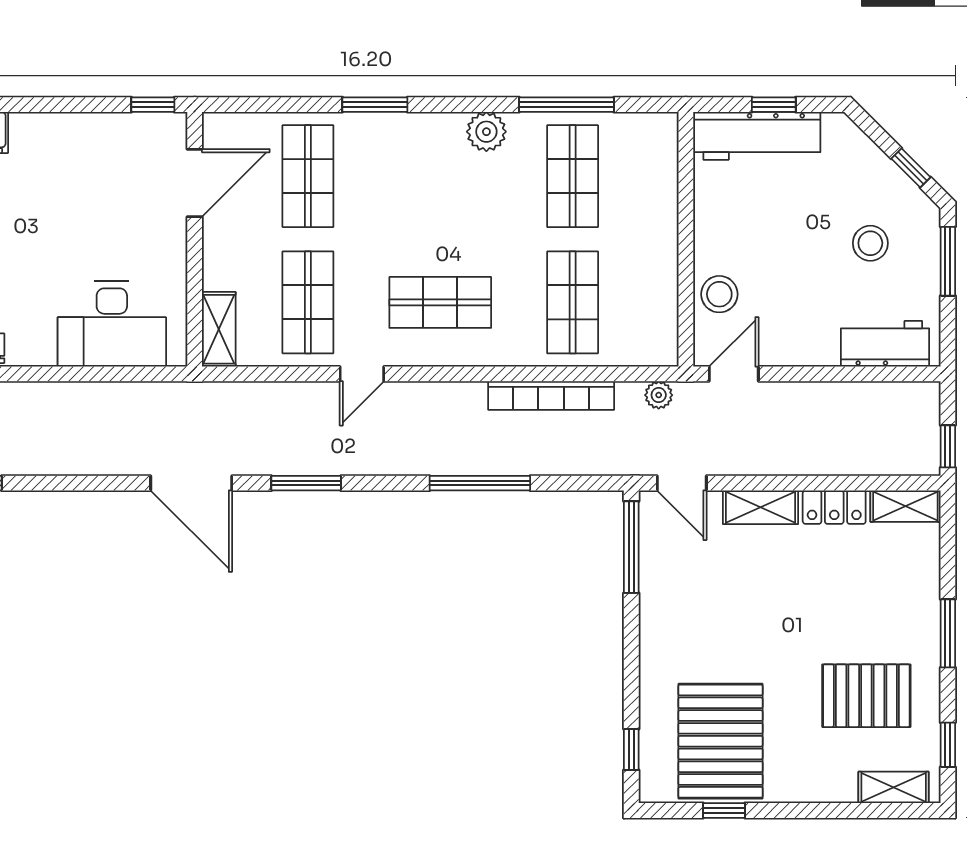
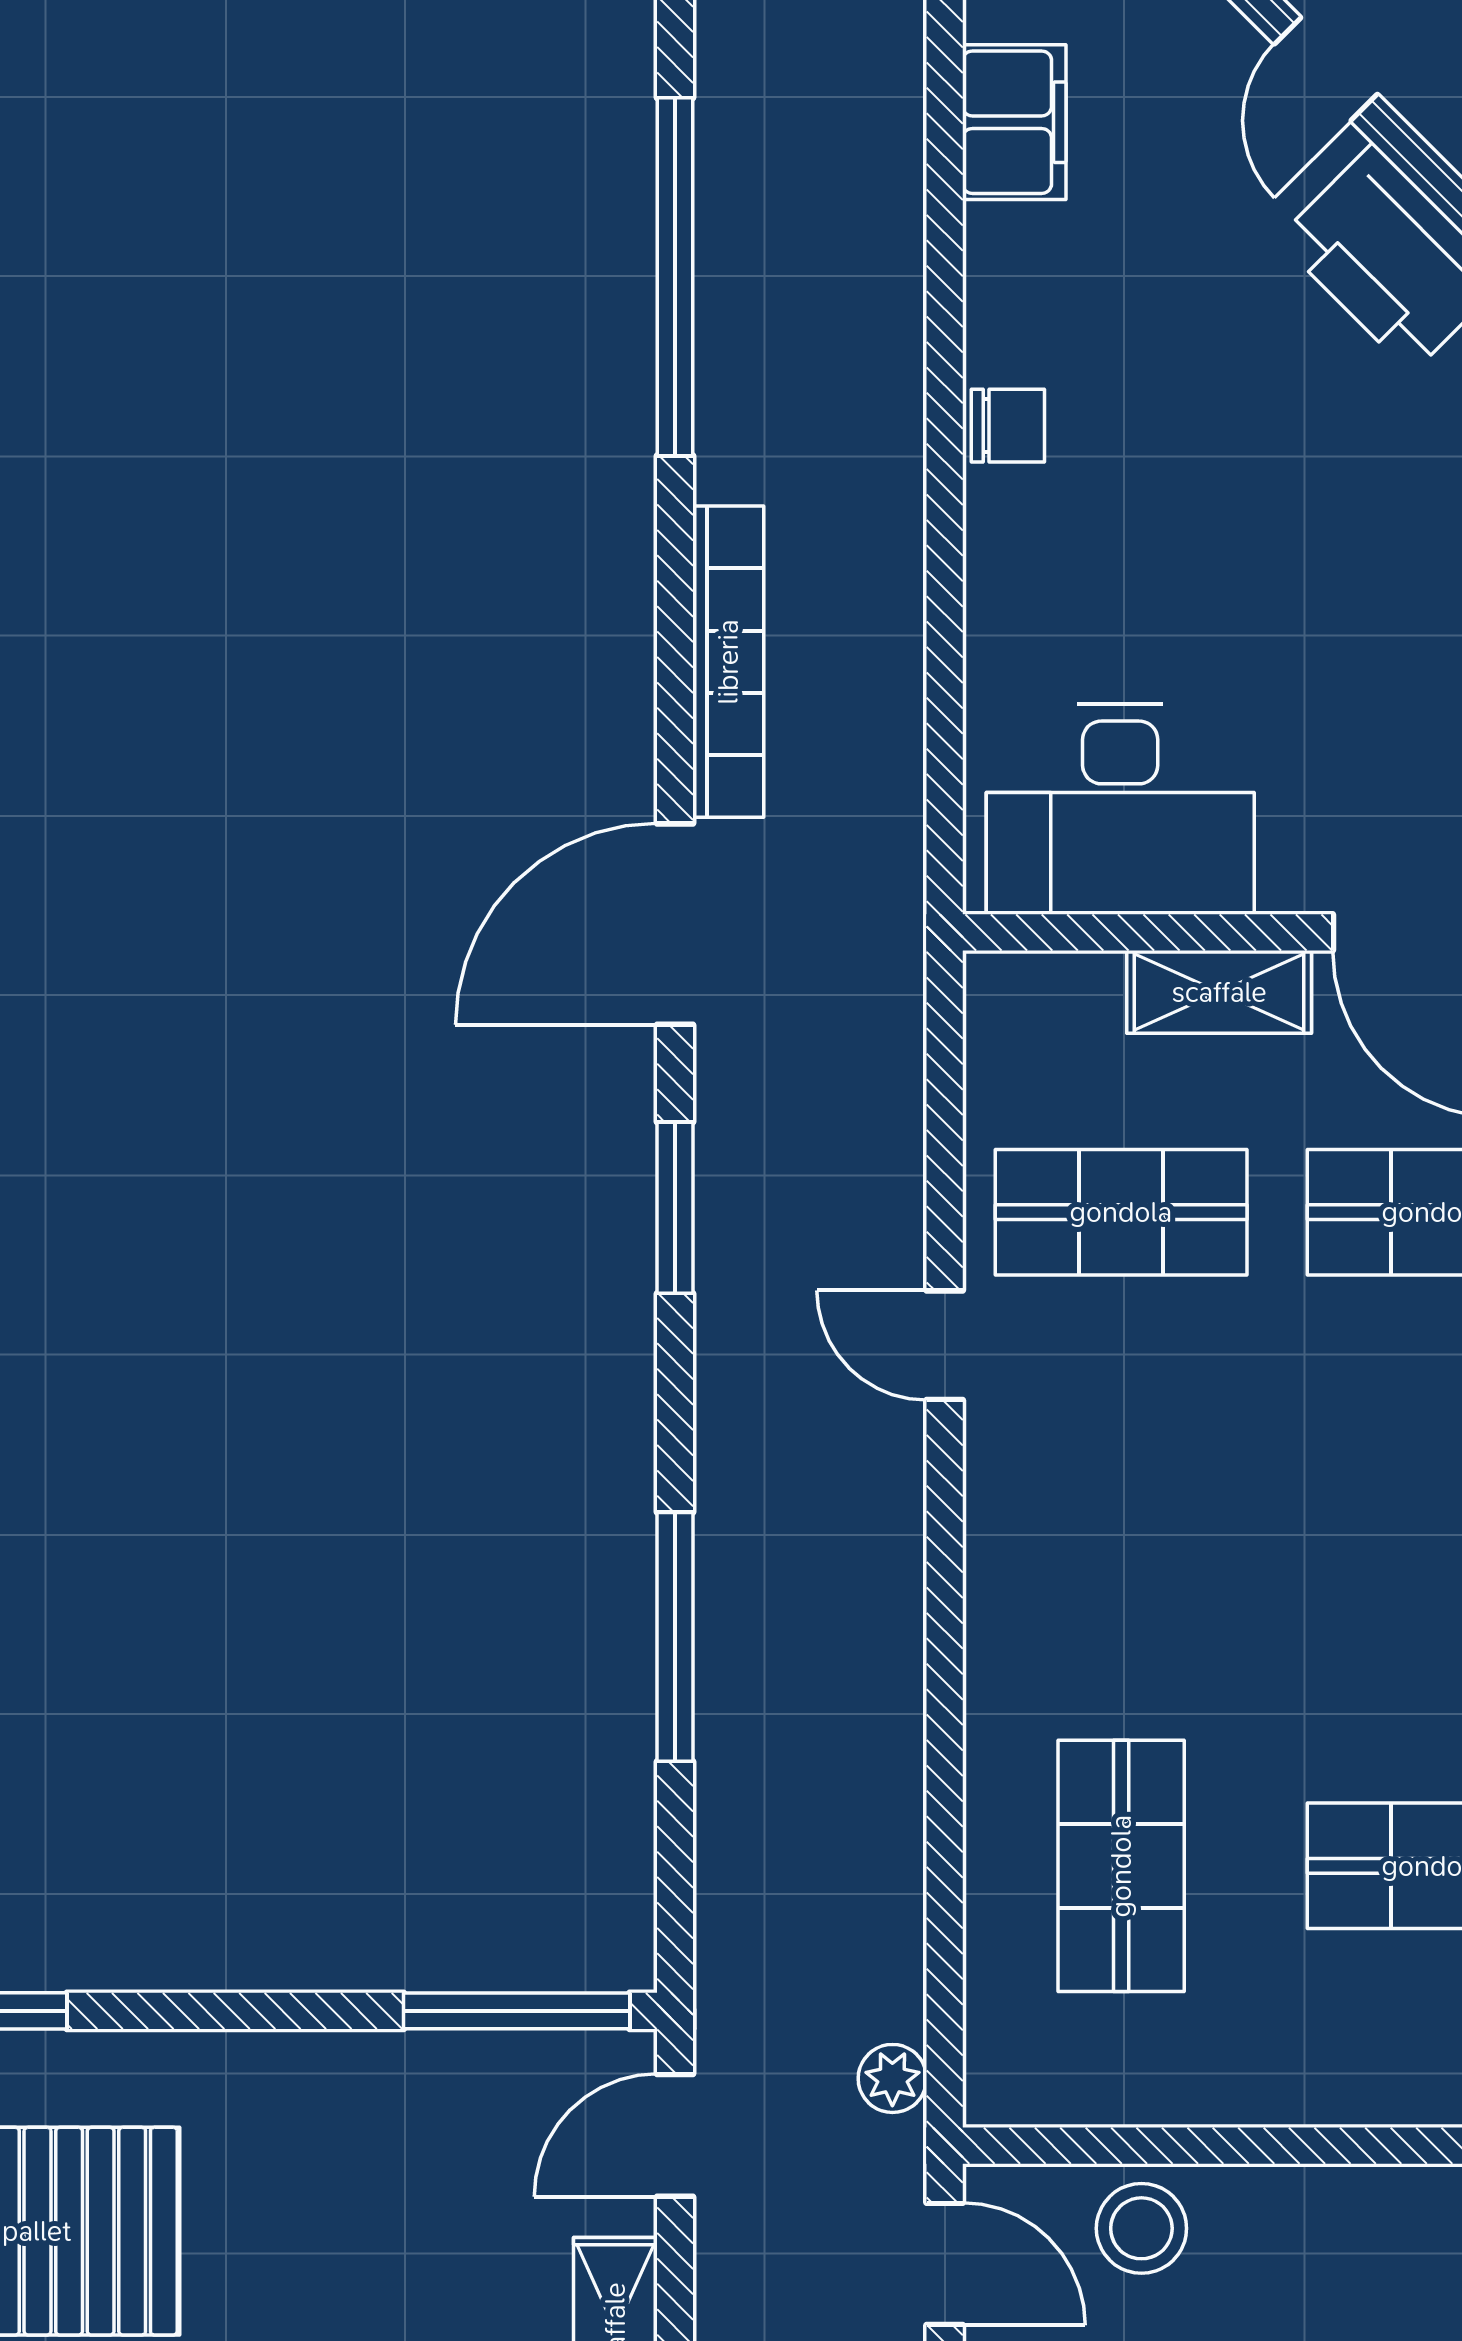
shop shelf: (440, 302) -> (1121, 1539), removed
shop shelf: (573, 302) -> (1121, 1866), turned 90
desk: (112, 324) -> (1120, 809), moved, turned -90
shelving: (219, 329) -> (1219, 992), moved
bookcase: (551, 396) -> (728, 662), moved, turned 180

